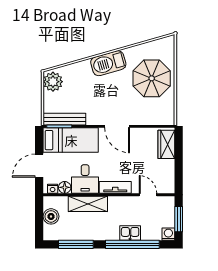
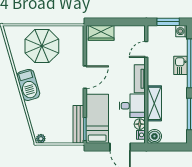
plant: (53, 82) -> (41, 139), width x0.53, depth x0.53
boiler: (51, 216) -> (154, 136), moved

